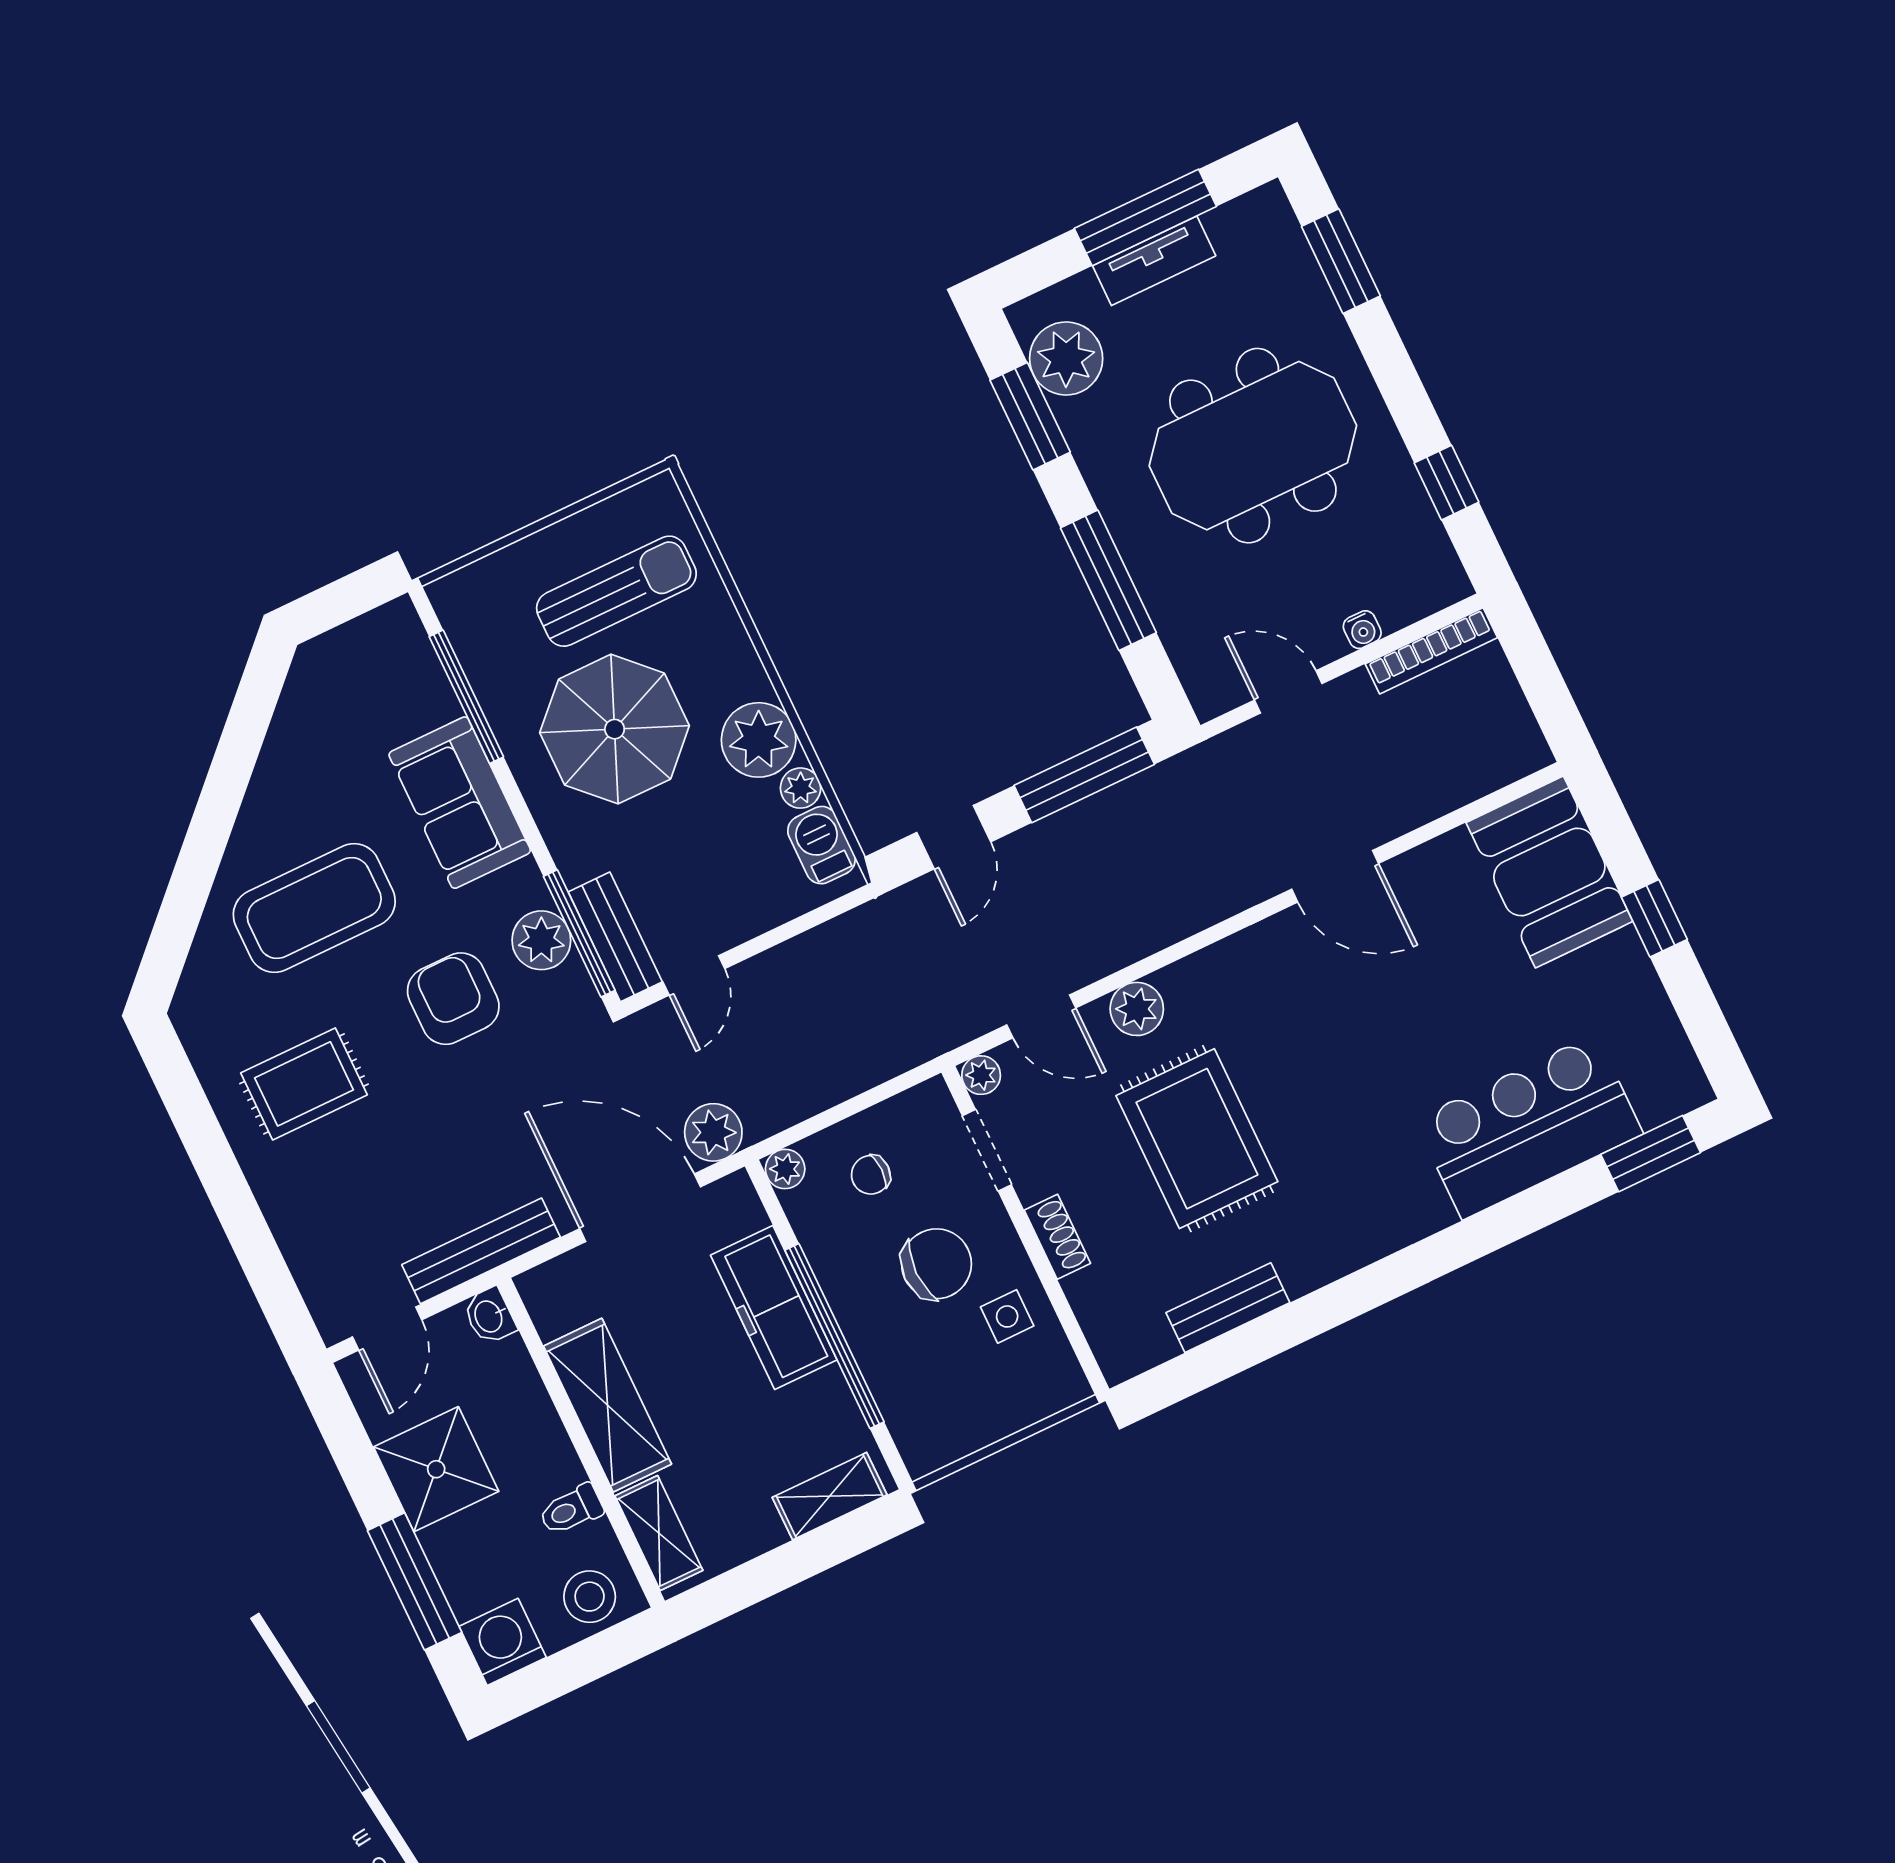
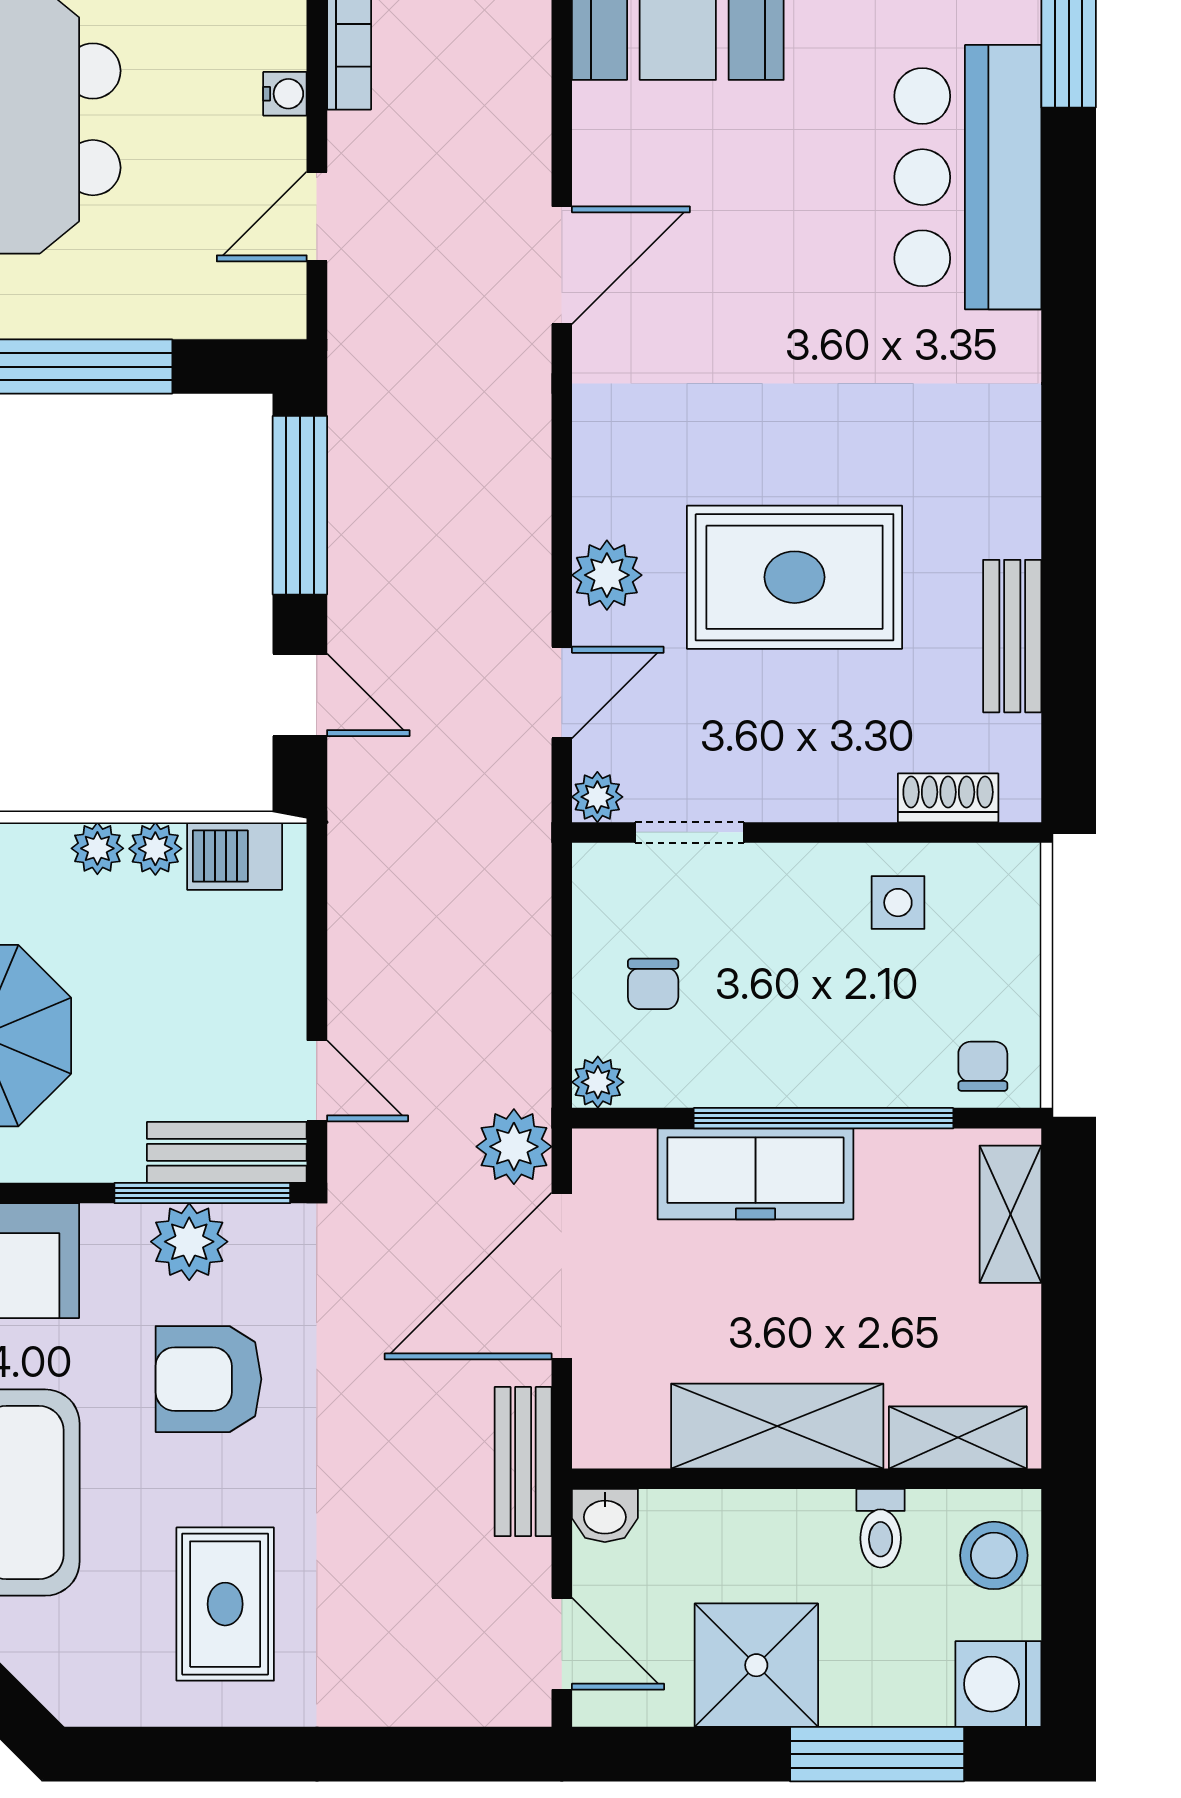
plant: (759, 740) -> (97, 848), width x0.53, depth x0.53
shoe rack: (1057, 1237) -> (948, 798), moved
bench: (481, 1251) -> (523, 1462), width x0.73
chair: (936, 1264) -> (983, 1066), moved, width x0.54, depth x0.54

